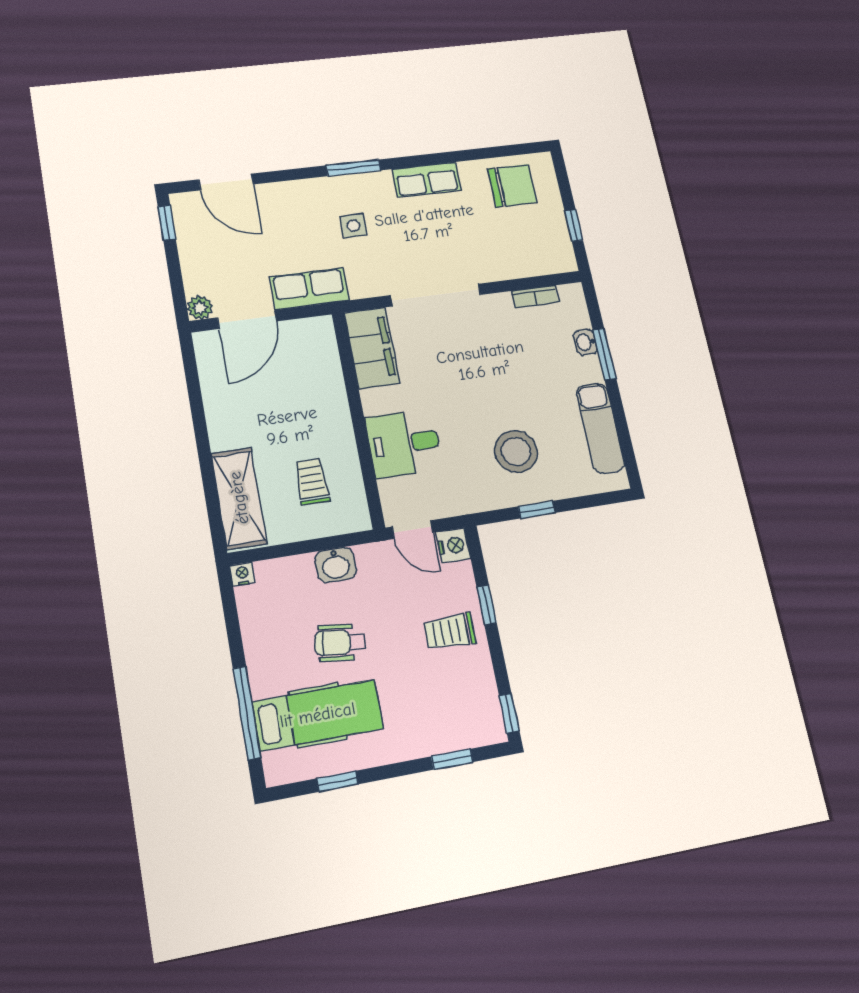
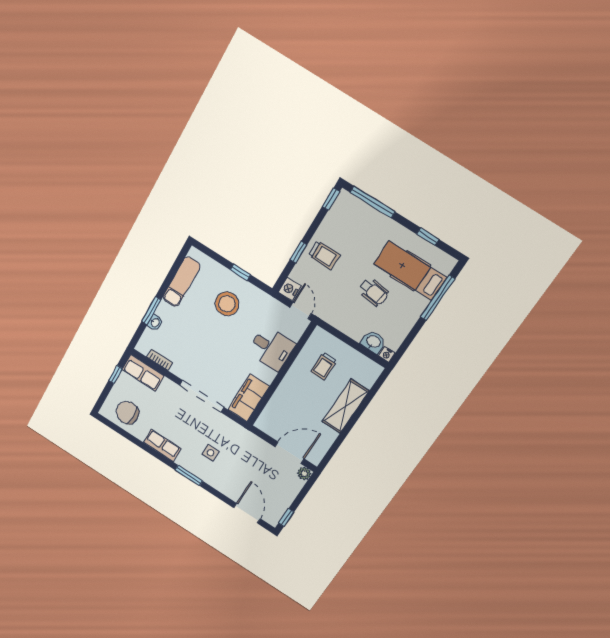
row of seats: (309, 289) -> (143, 373), moved
shelving: (239, 498) -> (346, 406), moved
washbasin: (336, 565) -> (373, 342), moved
window: (452, 759) -> (373, 202), width x2.17

